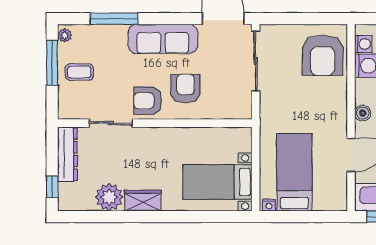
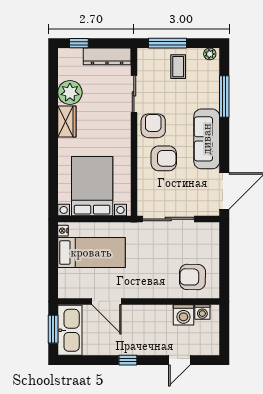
armchair: (323, 55) -> (192, 277), width x0.73, depth x0.73
sliding door: (256, 61) -> (168, 219), moved
window: (52, 63) -> (167, 43), moved
boiler: (363, 113) -> (143, 312), removed
bed with nightstands: (218, 182) -> (92, 186), width x1.36

